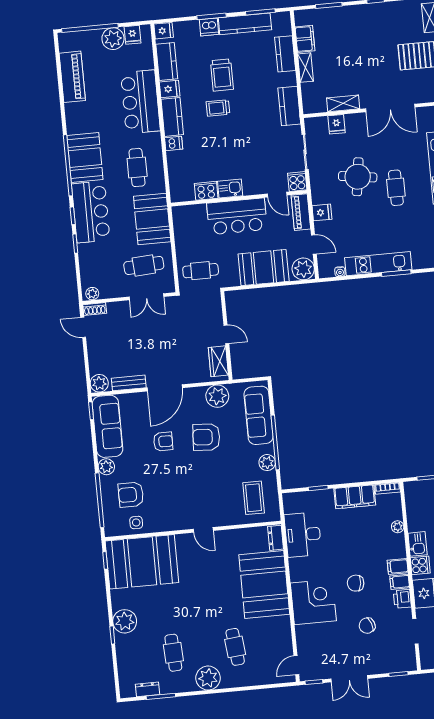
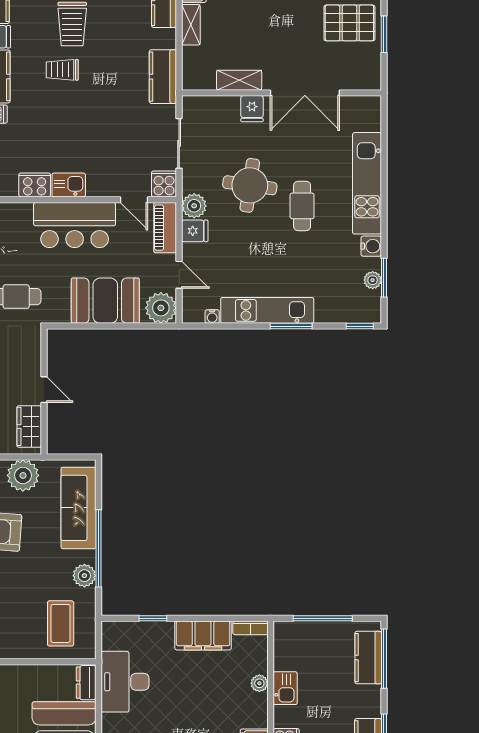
fridge: (336, 124) -> (252, 109), moved
plant: (320, 195) -> (194, 206), added
kitchen sink: (418, 544) -> (285, 688), moved

